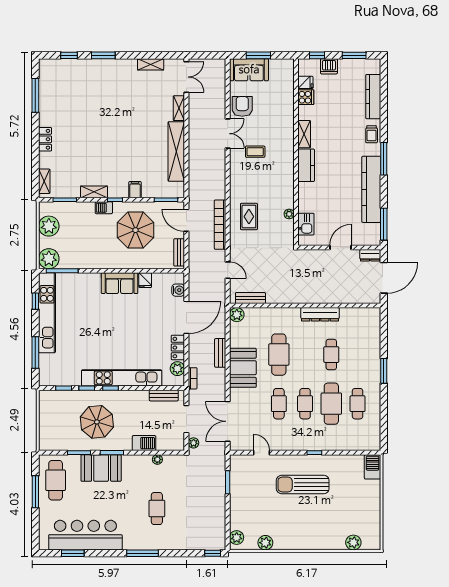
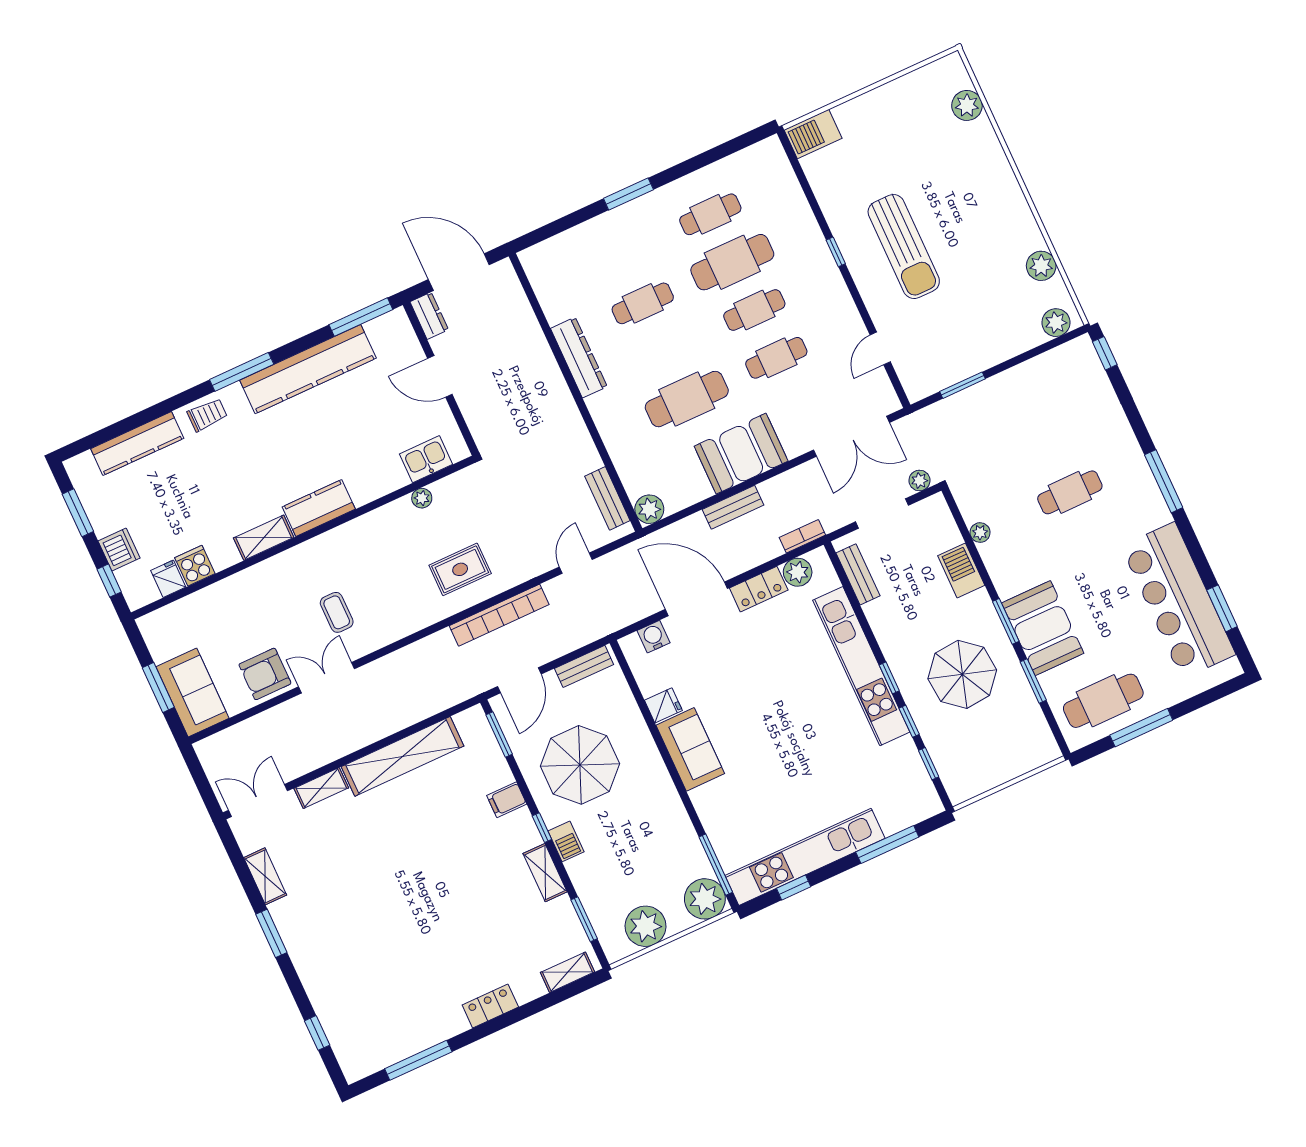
window: (103, 55) -> (271, 933), moved

